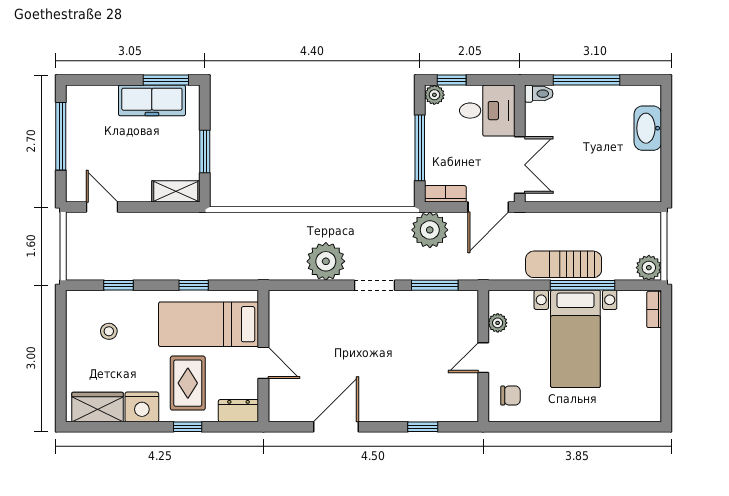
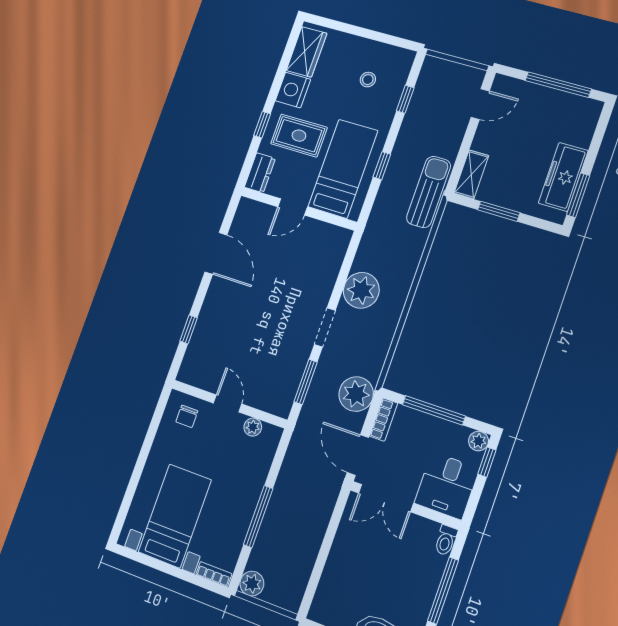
sun lounger: (564, 264) -> (429, 192), moved
bed with nightstands: (575, 339) -> (175, 516), moved, turned 90

